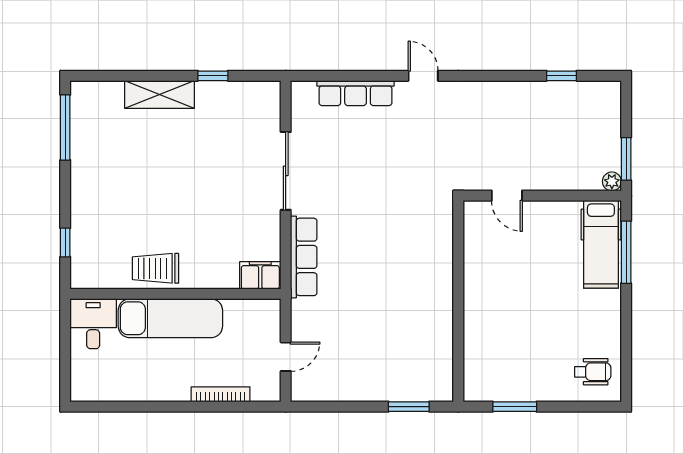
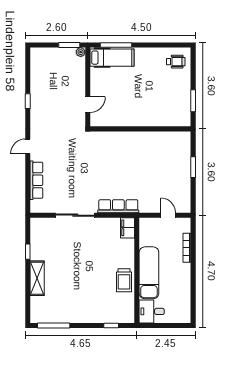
window: (562, 76) -> (28, 101), moved
wheelchair: (593, 372) -> (176, 62), turned 90
window: (409, 407) -> (193, 167), moved

